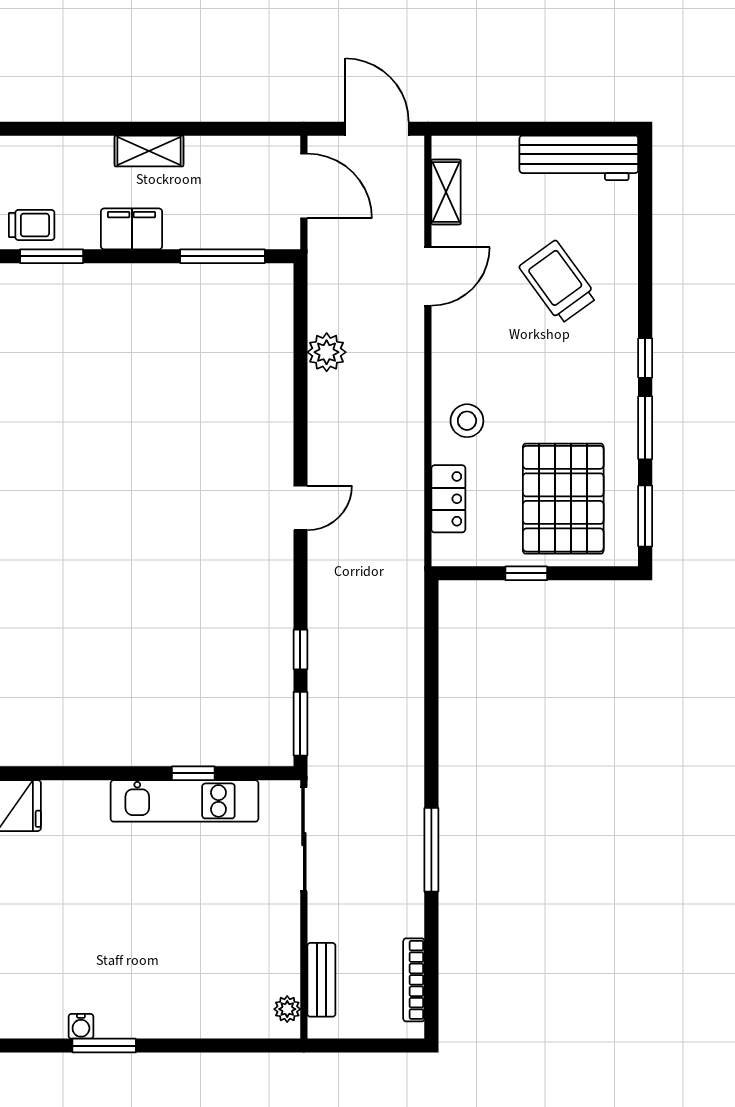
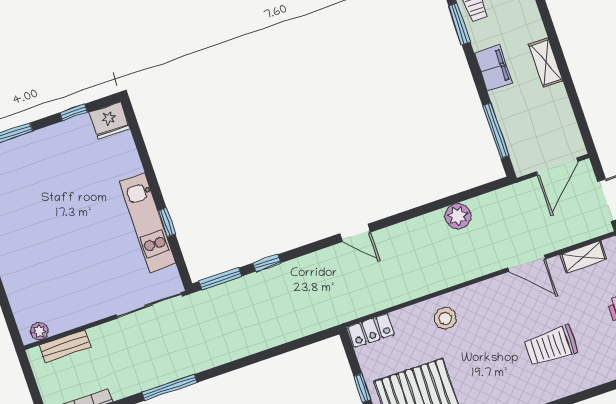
trolley: (558, 282) -> (551, 346), turned -144
locker: (448, 499) -> (371, 331), moved

